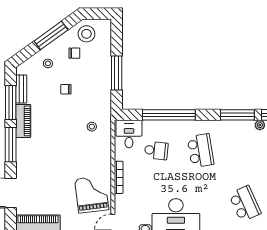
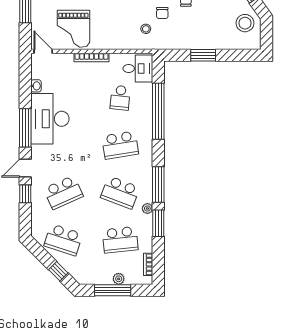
chair: (74, 53) -> (162, 13), moved
window: (117, 73) -> (203, 55), width x0.69
school desk: (245, 151) -> (120, 192), added
grand piano: (92, 194) -> (73, 29), turned 97

